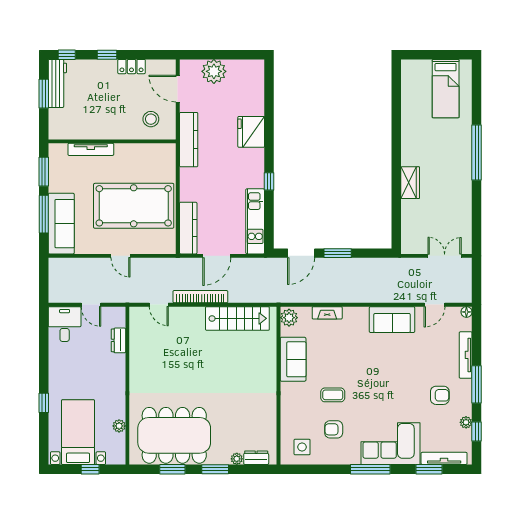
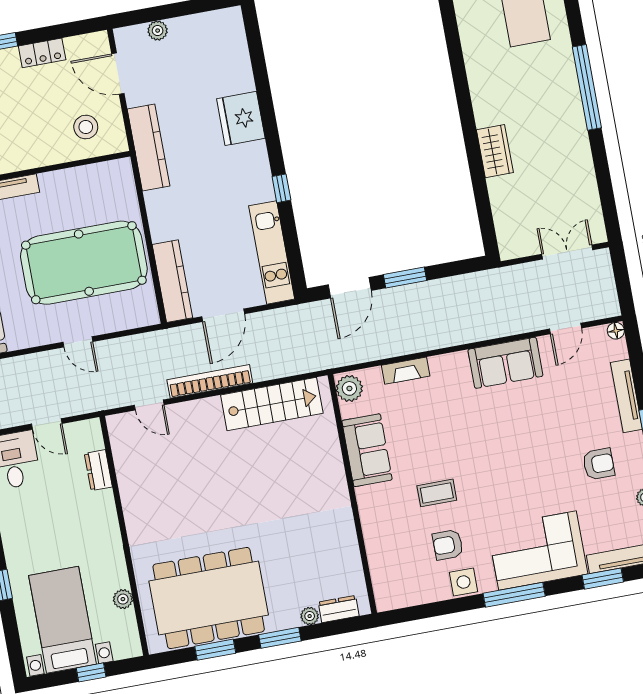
plant: (214, 71) -> (158, 31), width x0.53, depth x0.53
side table: (302, 447) -> (463, 582), moved

